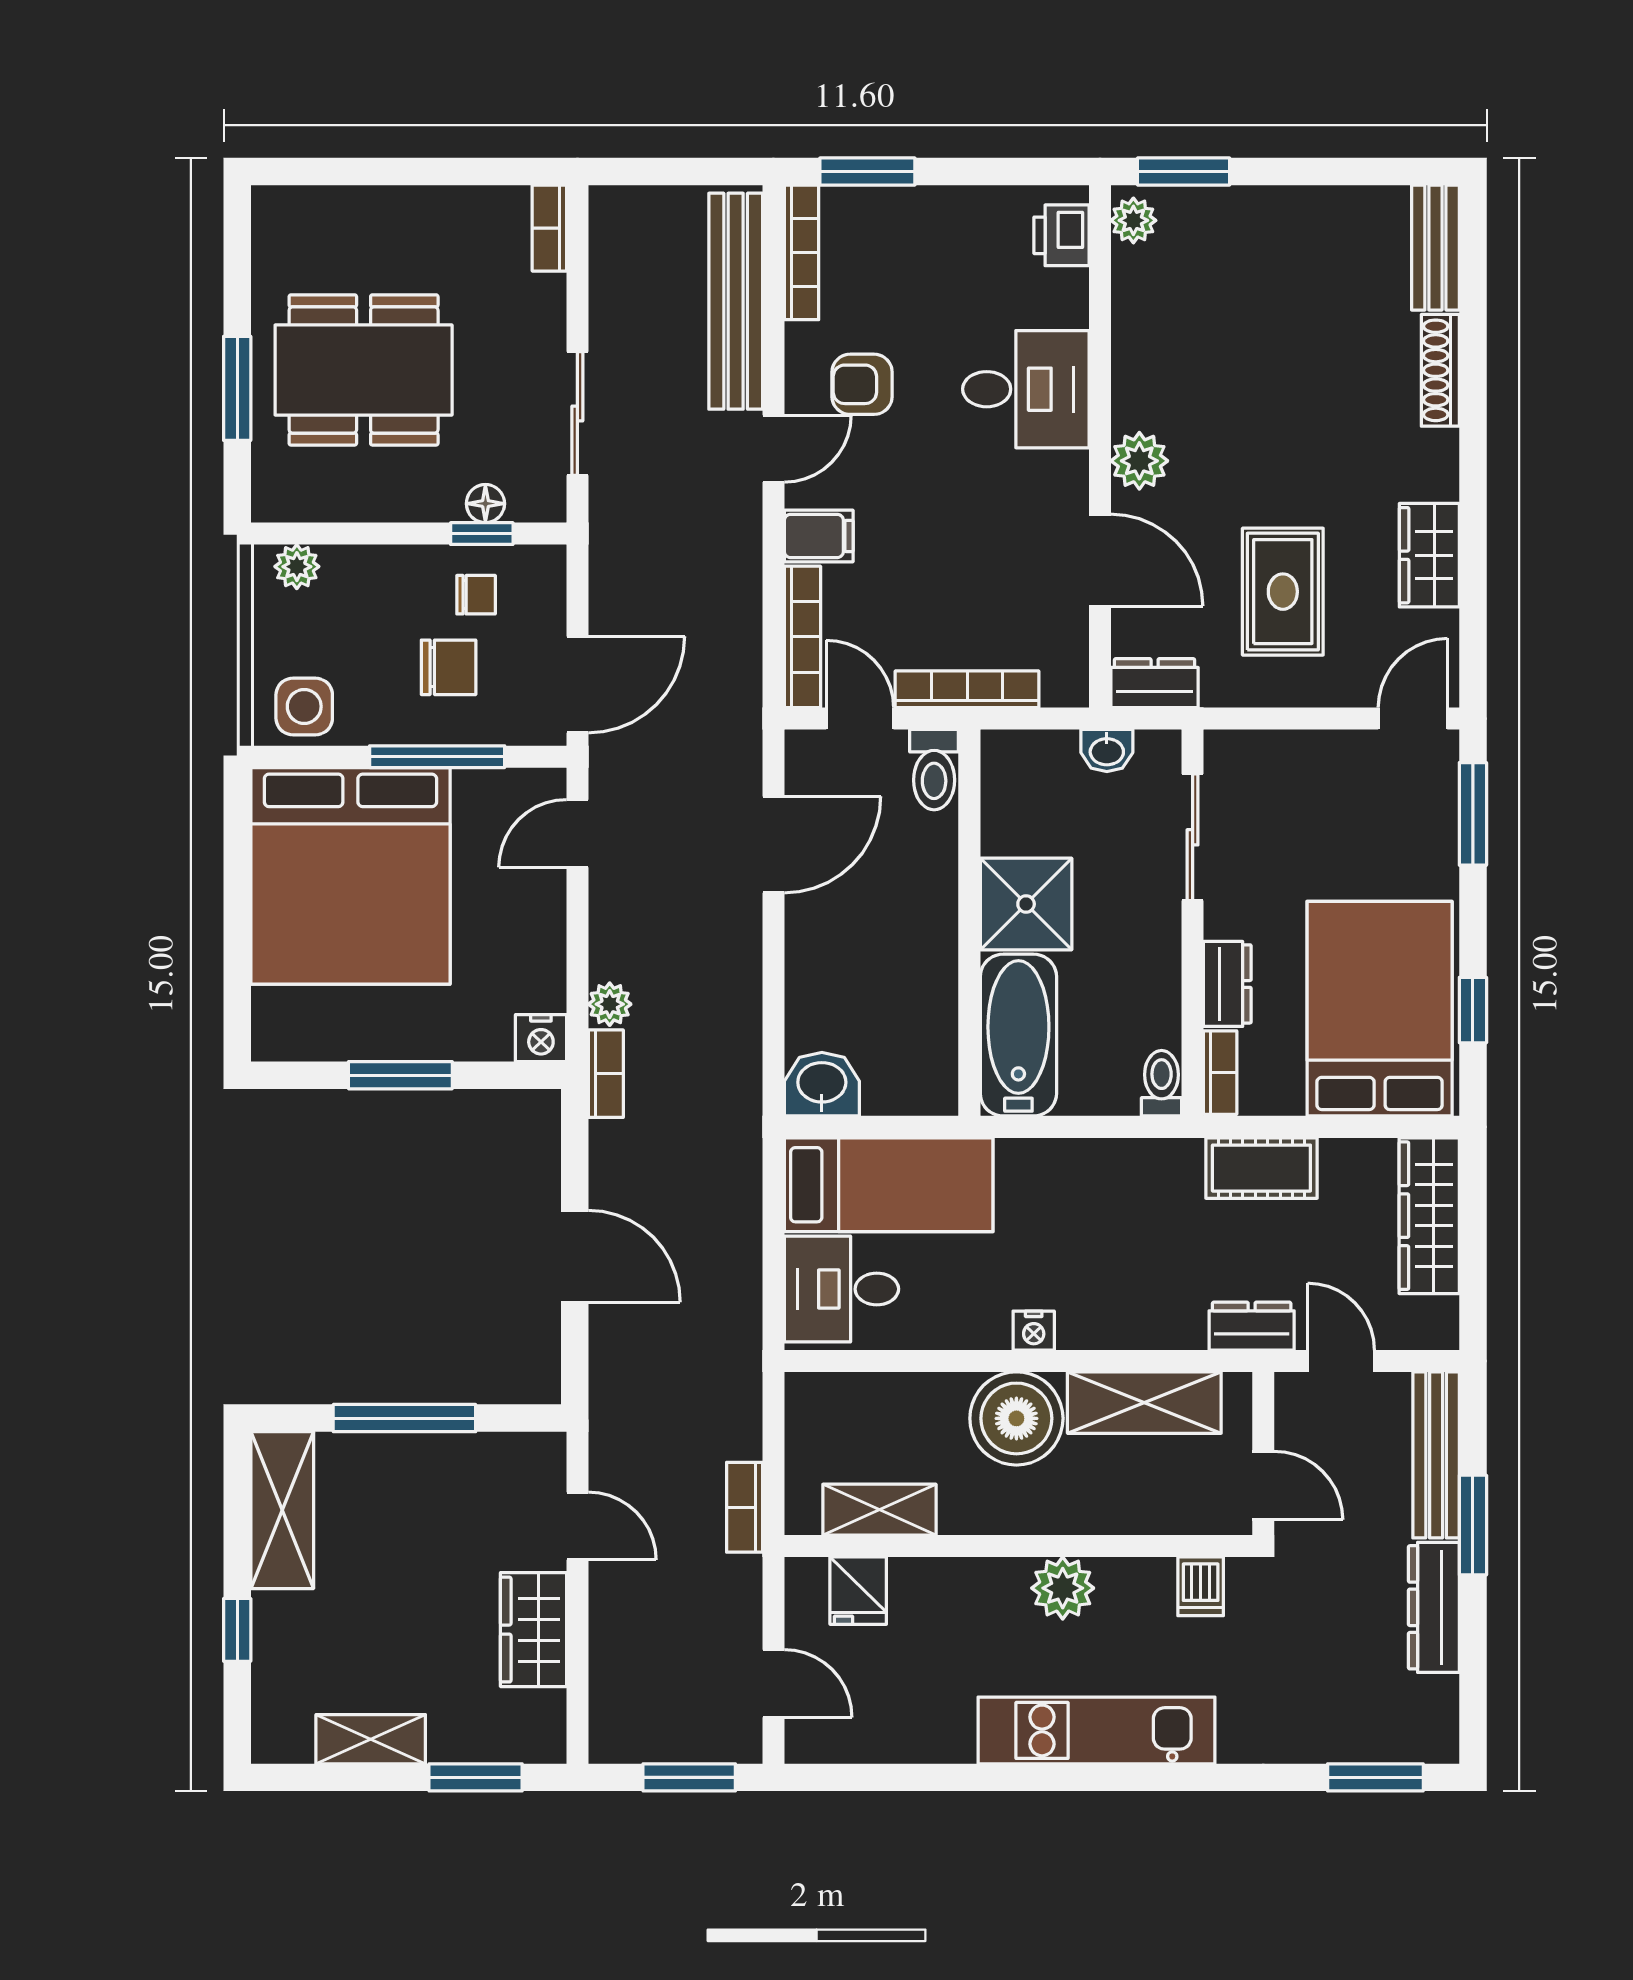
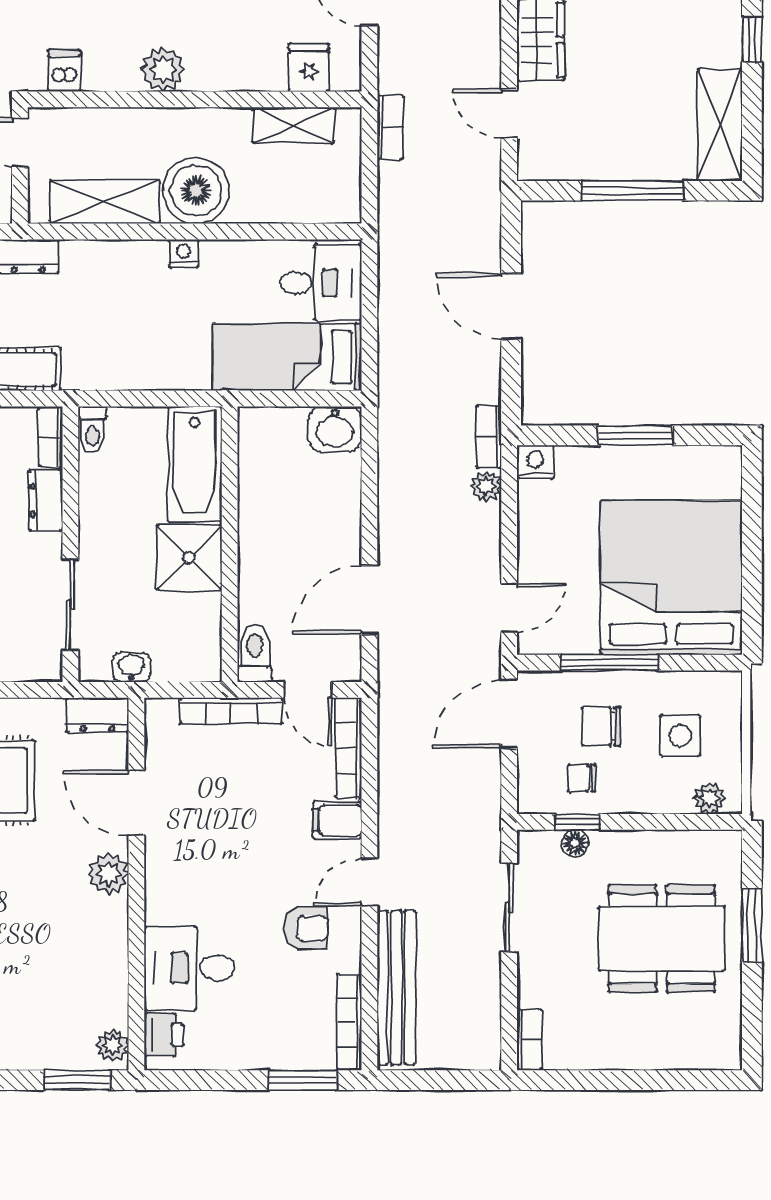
desk: (1026, 389) -> (189, 968), moved
side table: (304, 706) -> (680, 735), moved

